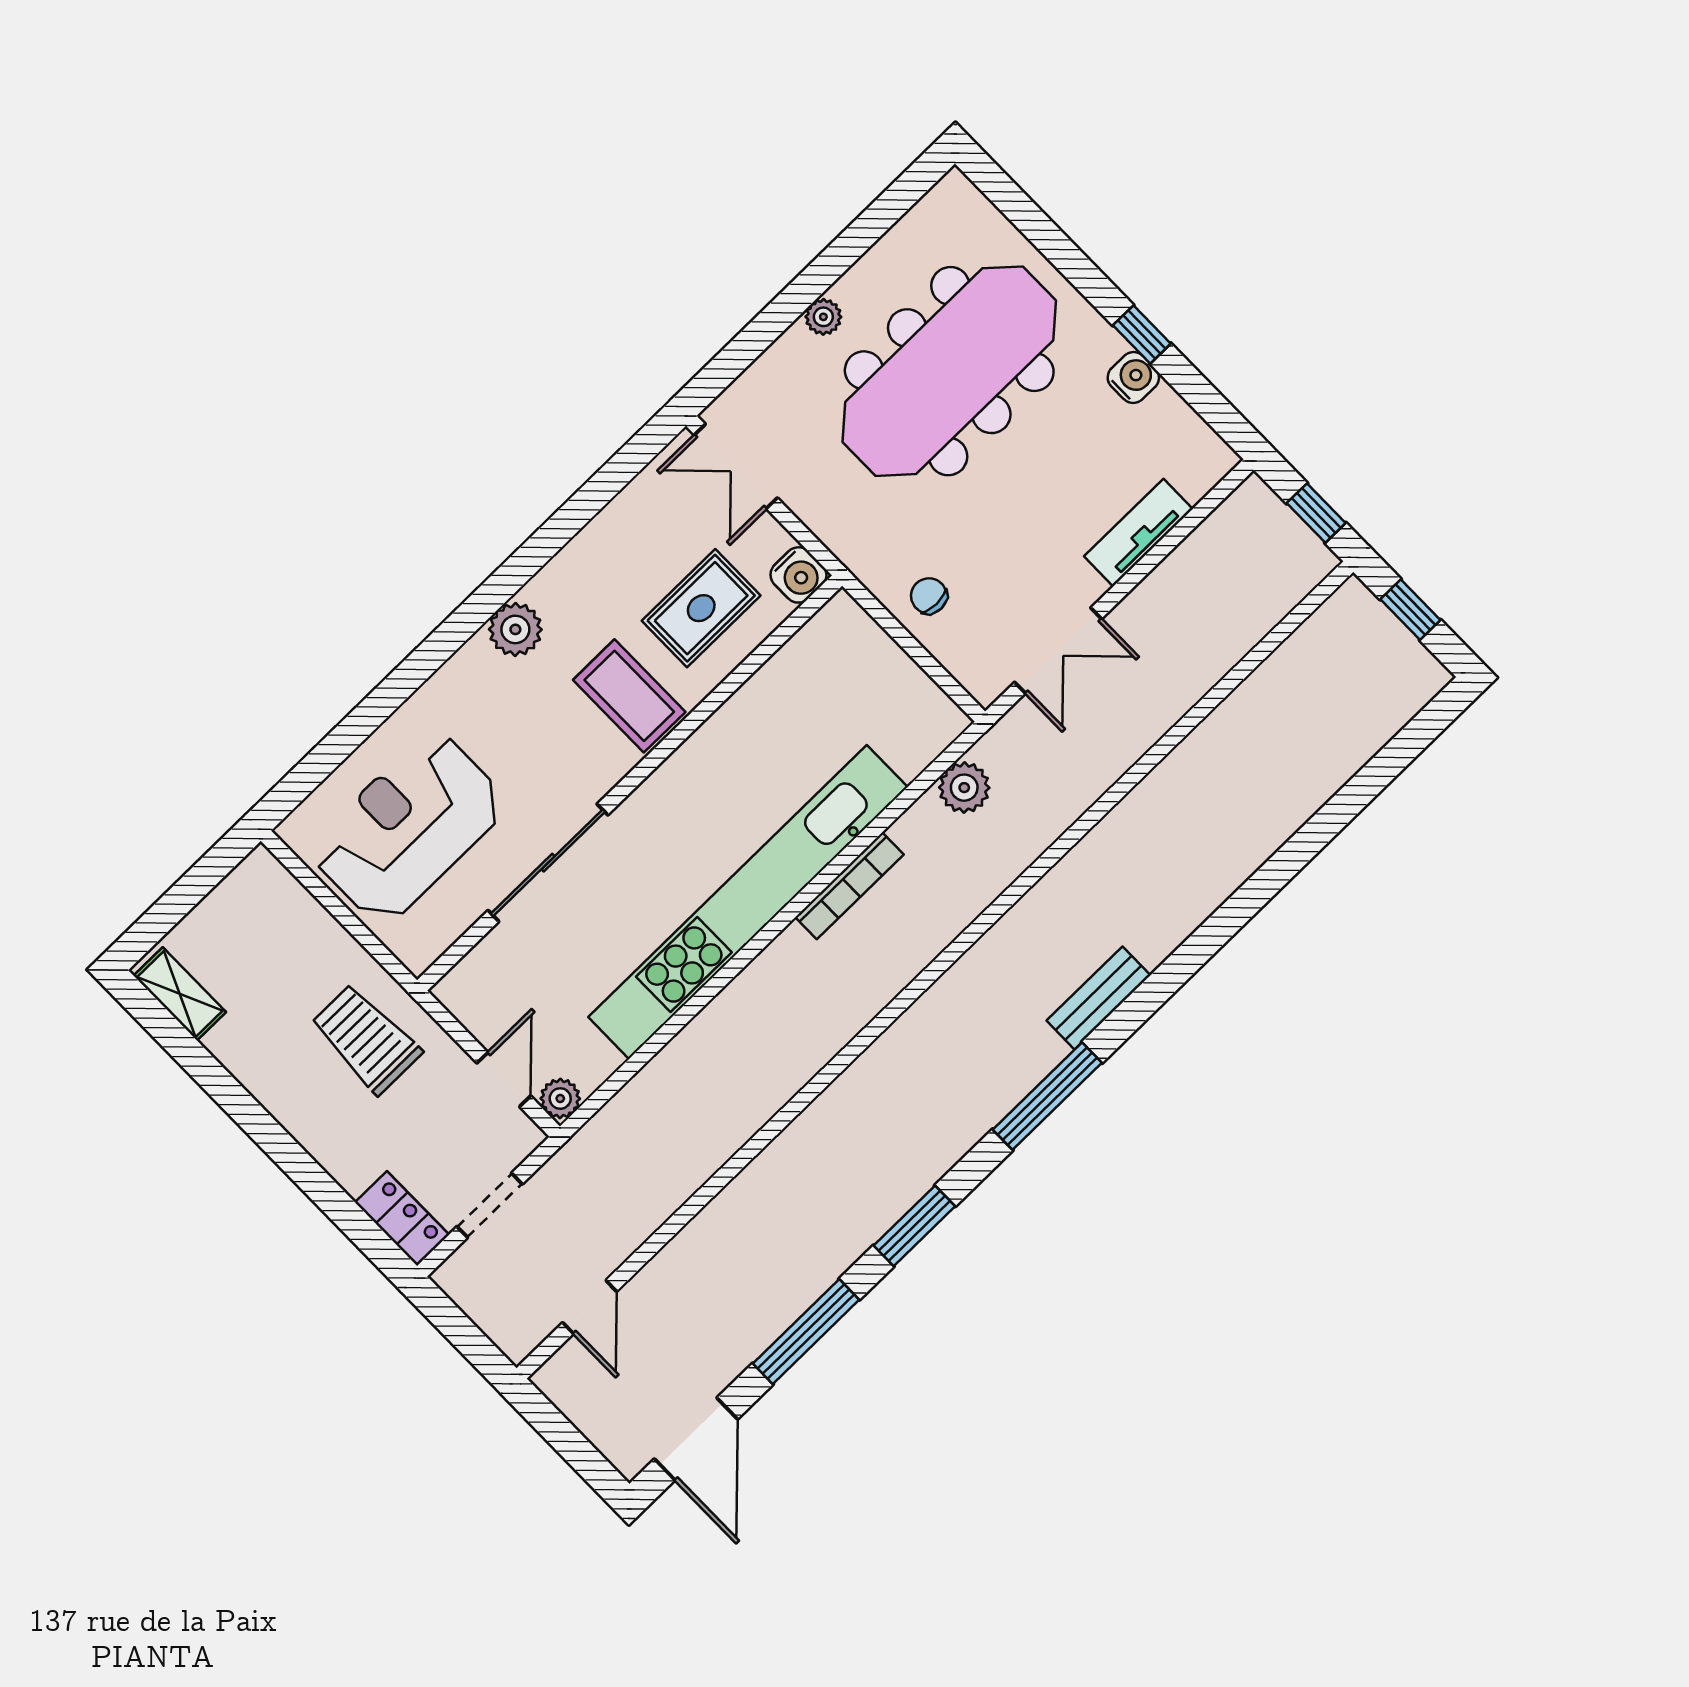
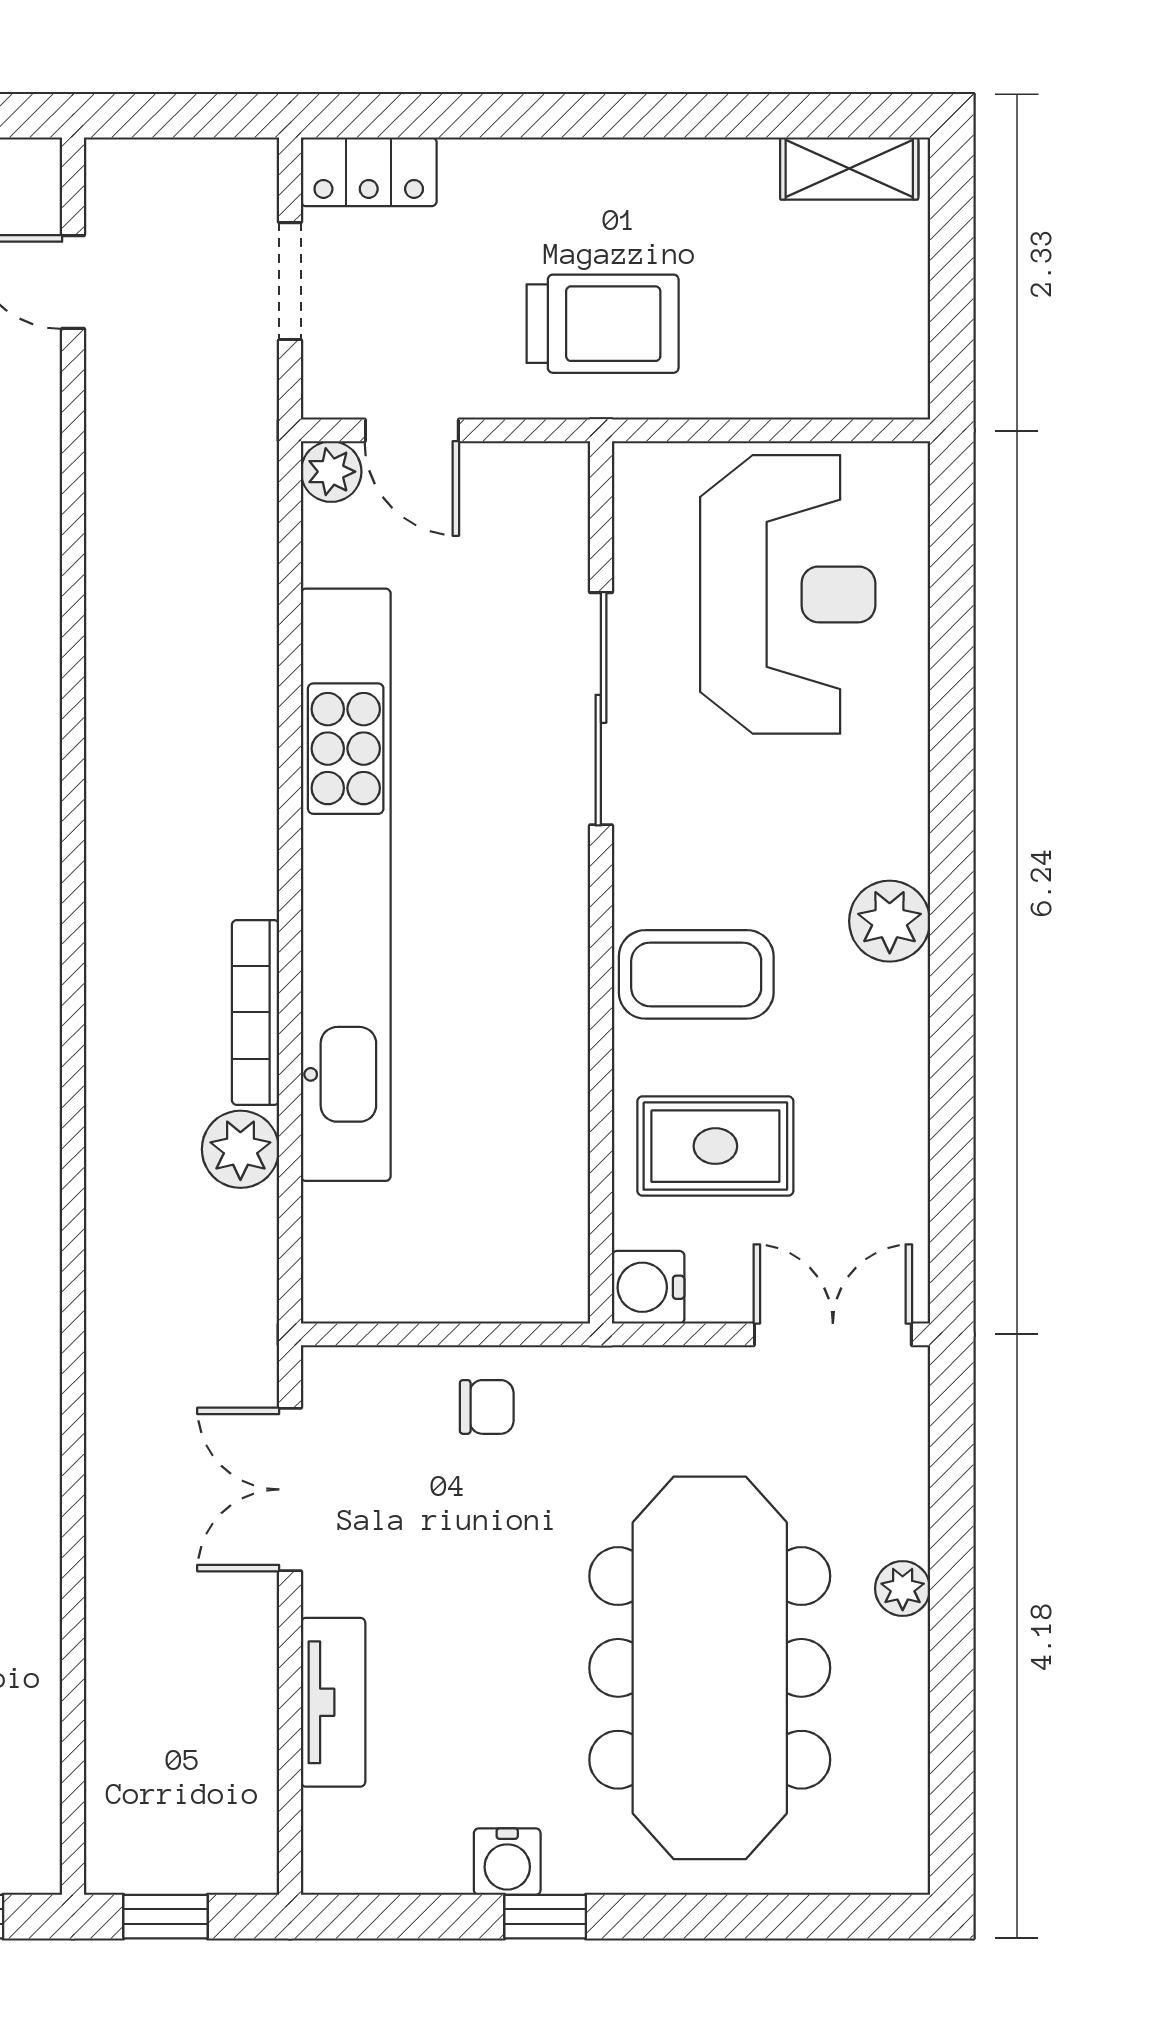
rug: (701, 608) -> (715, 1146), turned 90
plant: (964, 788) -> (240, 1149), moved

